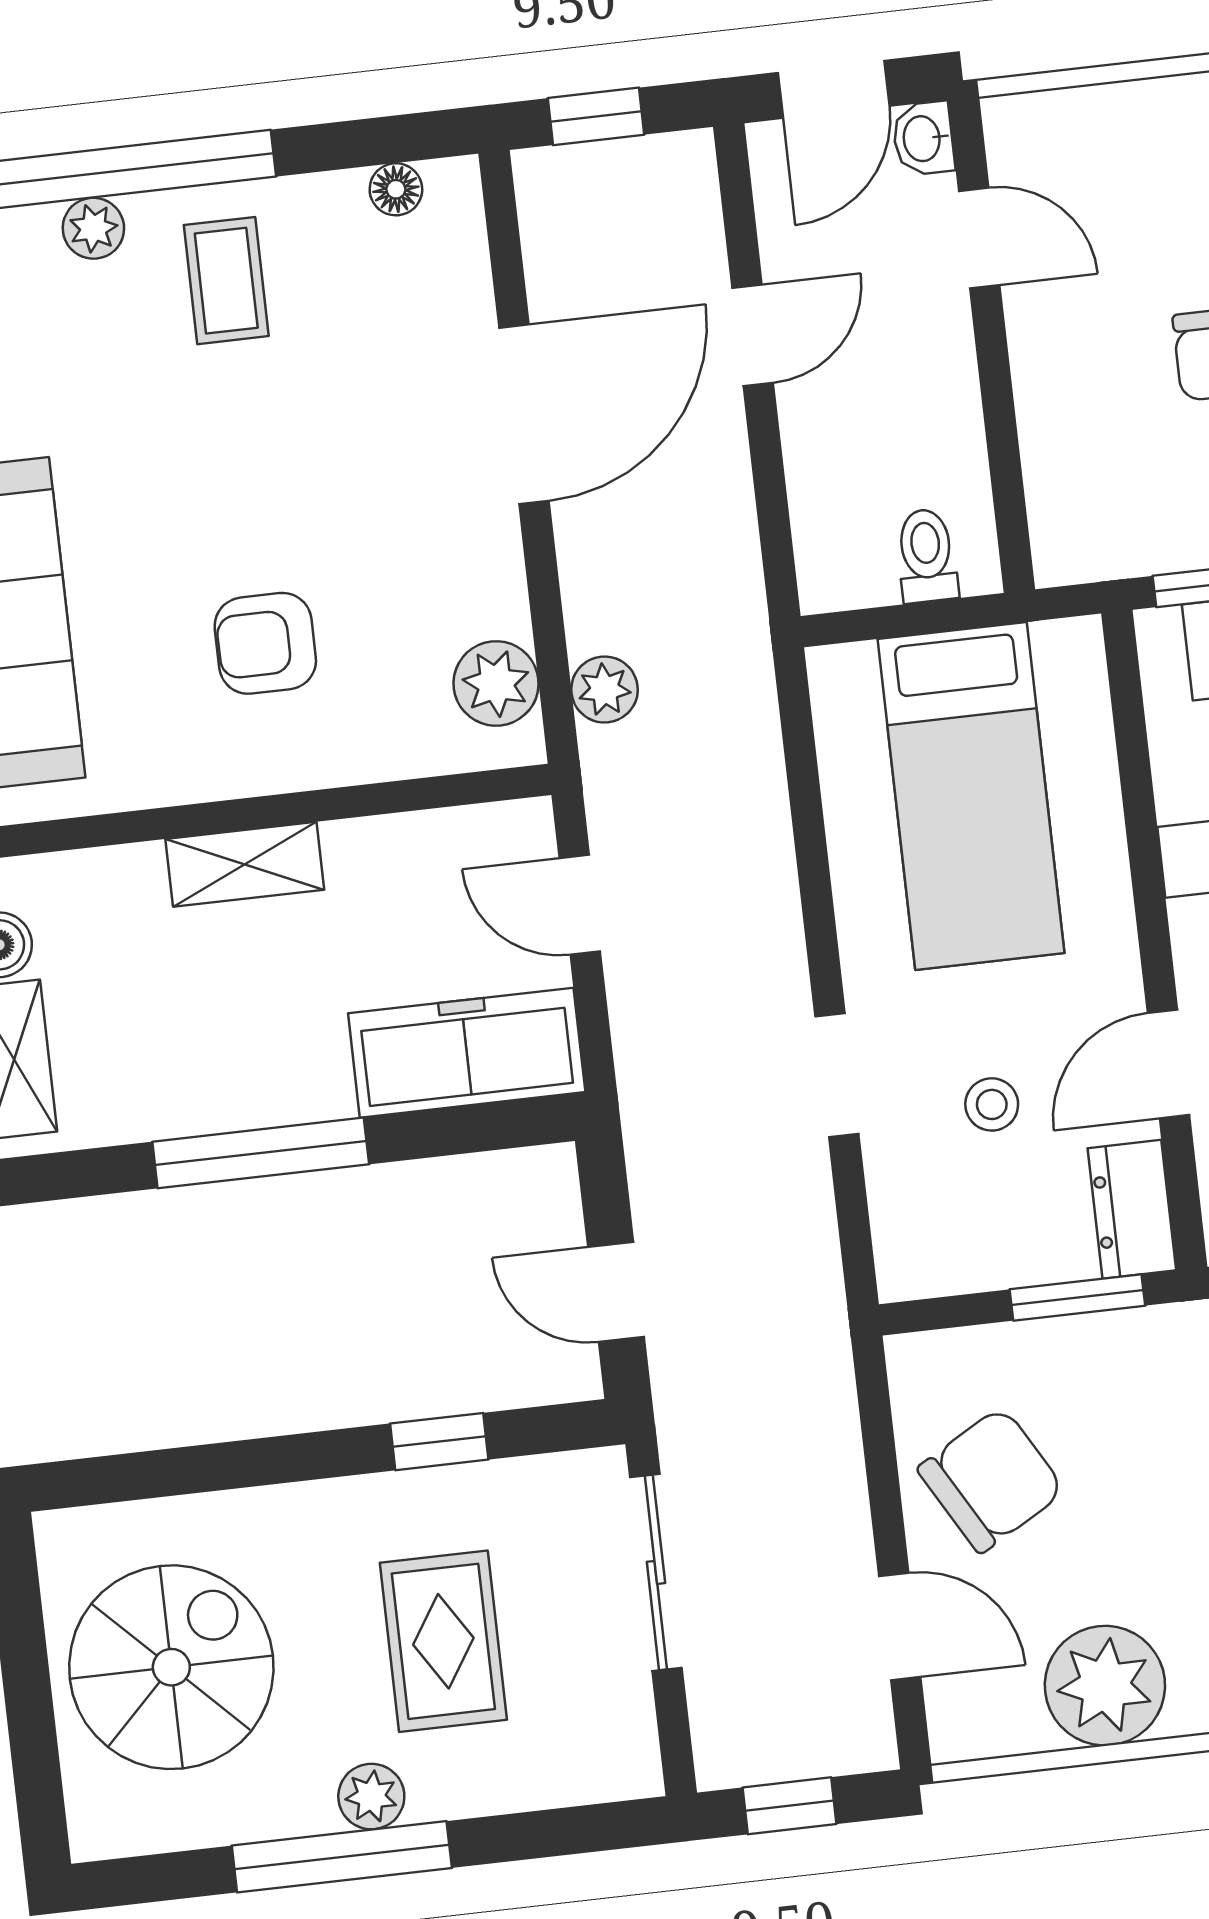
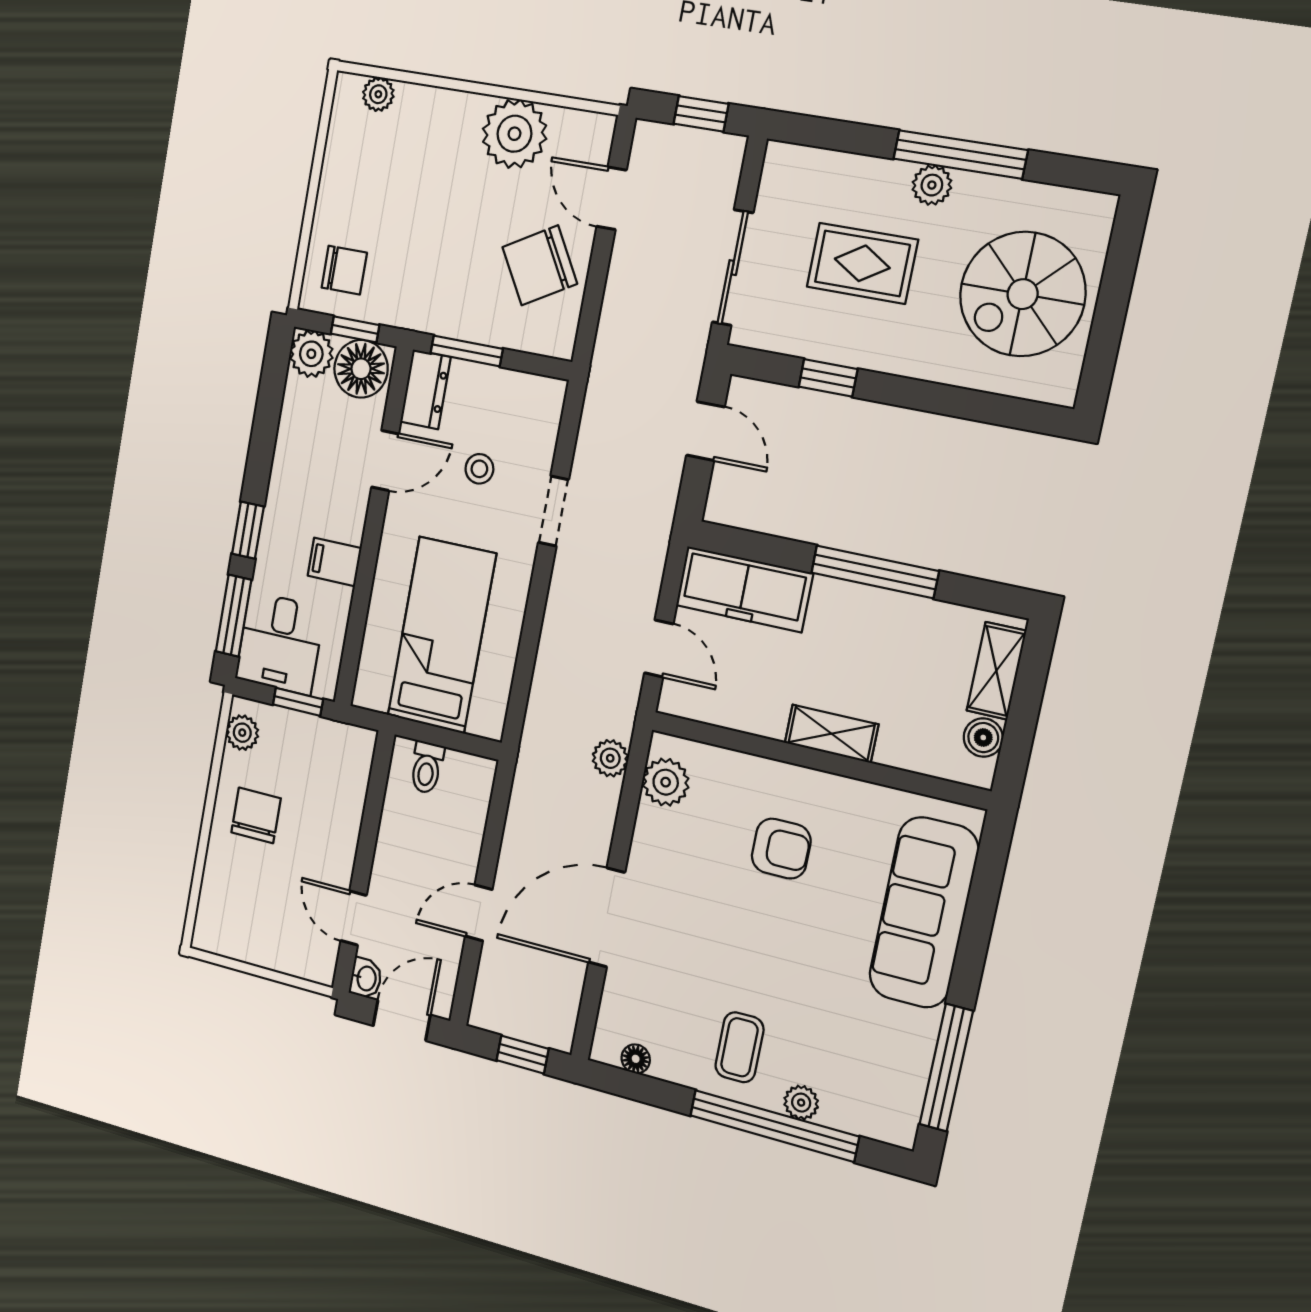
rug: (443, 1641) -> (862, 263), turned 90

